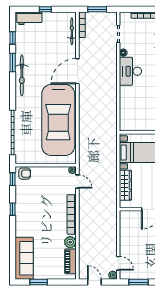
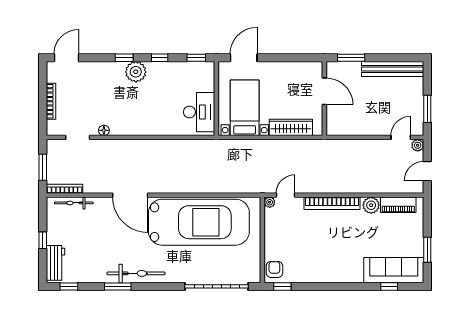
window: (13, 38) -> (69, 286), moved
desk: (131, 71) -> (199, 112), moved, turned -90
window: (13, 209) -> (389, 286), moved

